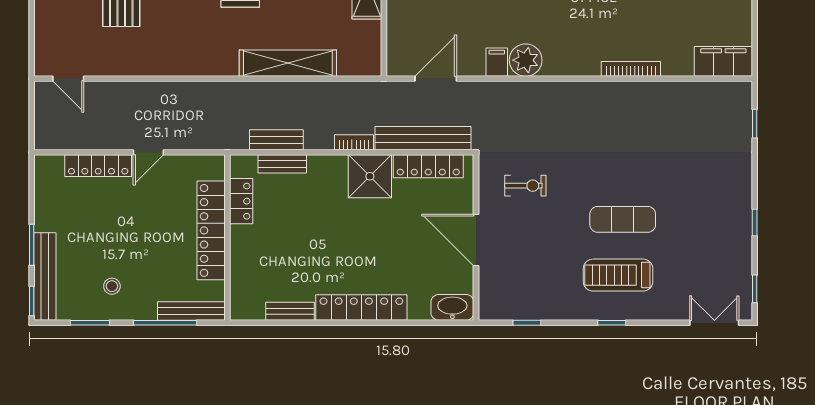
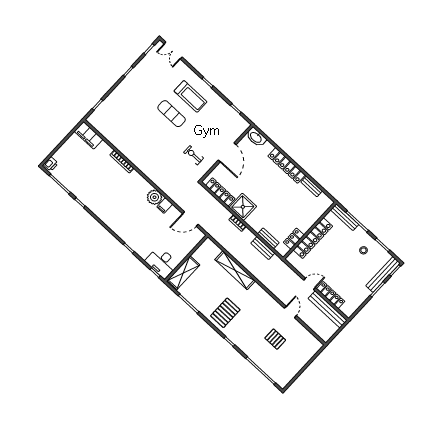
door: (68, 79) -> (290, 312), moved
bench: (423, 138) -> (328, 309), moved

